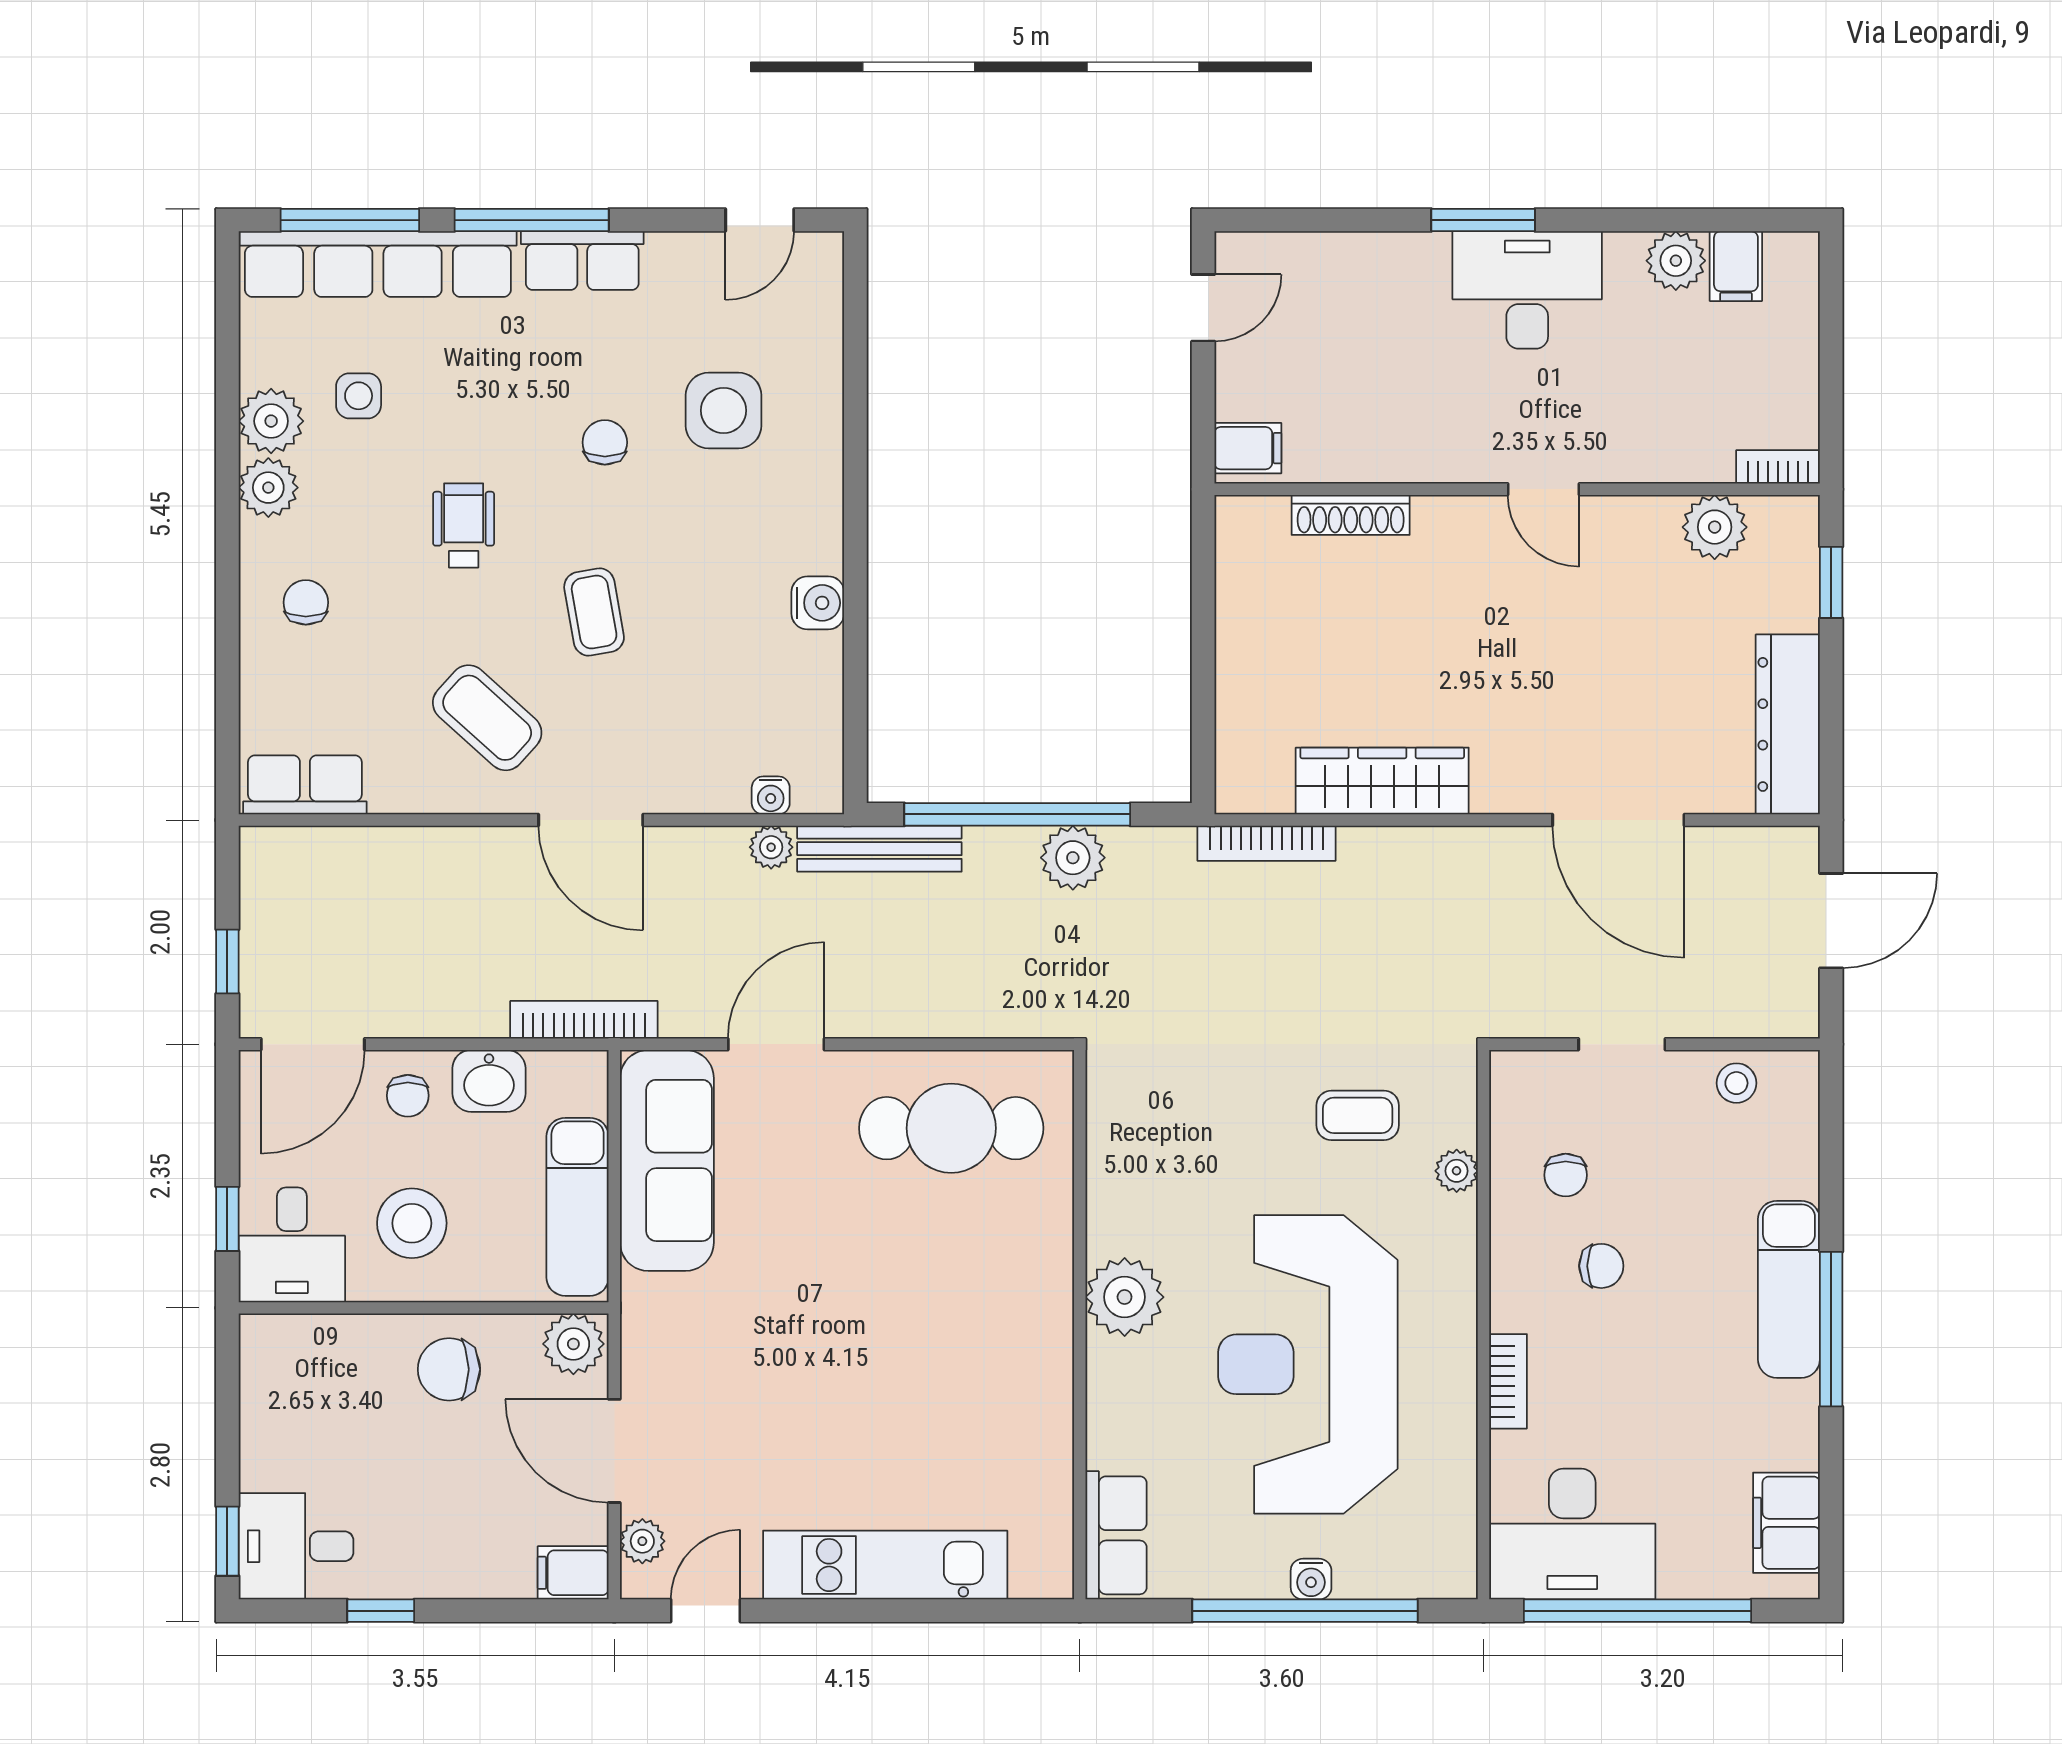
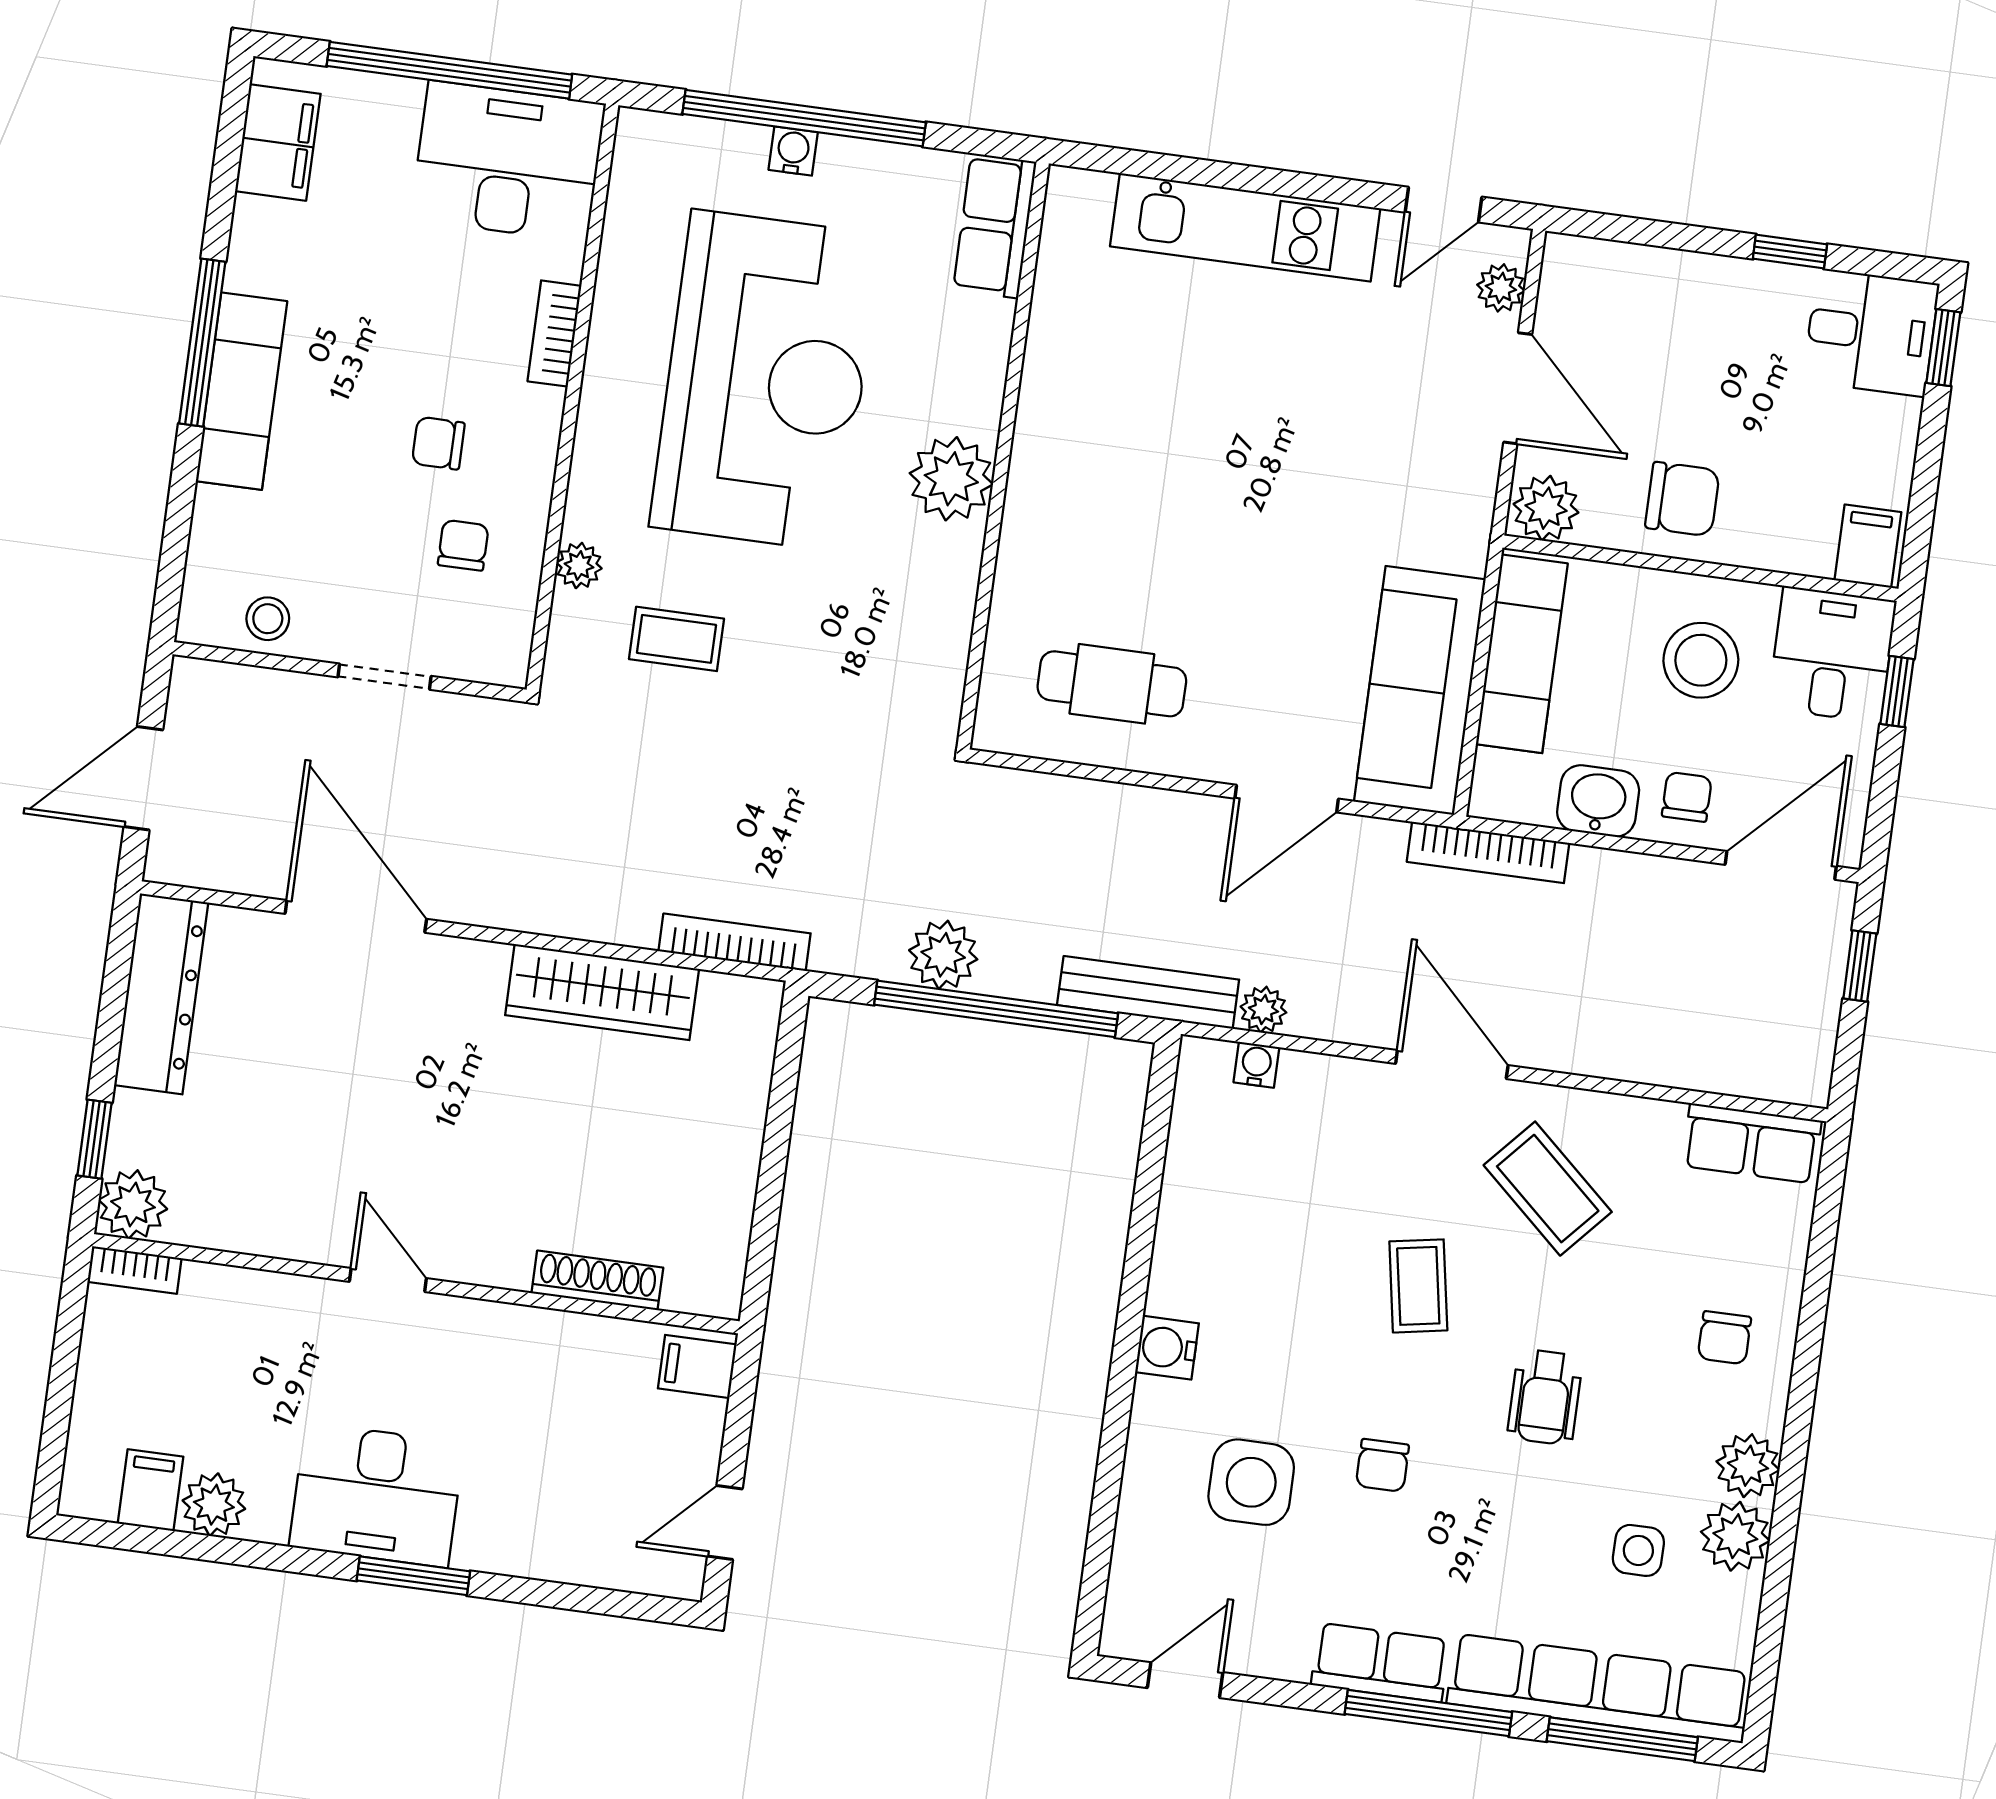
plant: (1715, 527) -> (133, 1204), moved
water cooler: (818, 603) -> (1167, 1348), moved
cafe table: (951, 1128) -> (1112, 684), width x0.73, depth x0.74
filing cabinet: (573, 1573) -> (1868, 546), moved, turned -90

